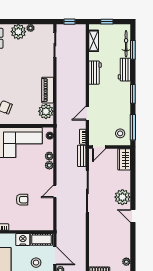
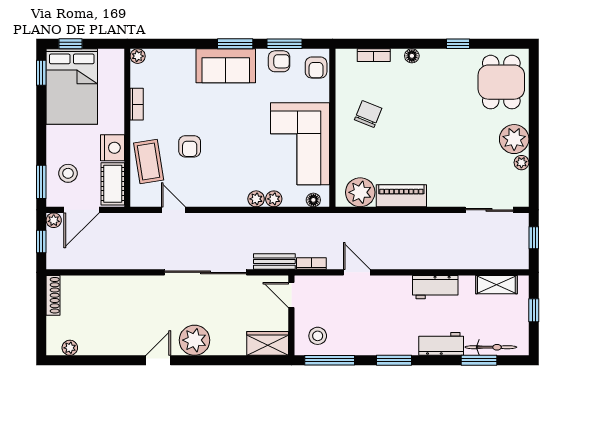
door: (55, 191) -> (173, 210), moved
coffee table: (30, 221) -> (149, 161), added

